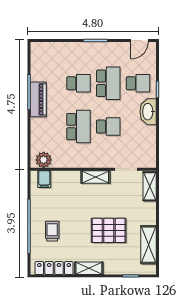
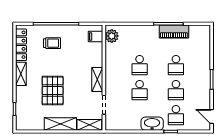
school desk: (108, 83) -> (176, 90), width x0.54
piano: (38, 99) -> (174, 31), moved
school desk: (78, 127) -> (140, 65), width x0.54
shelving: (149, 245) -> (60, 124), moved

